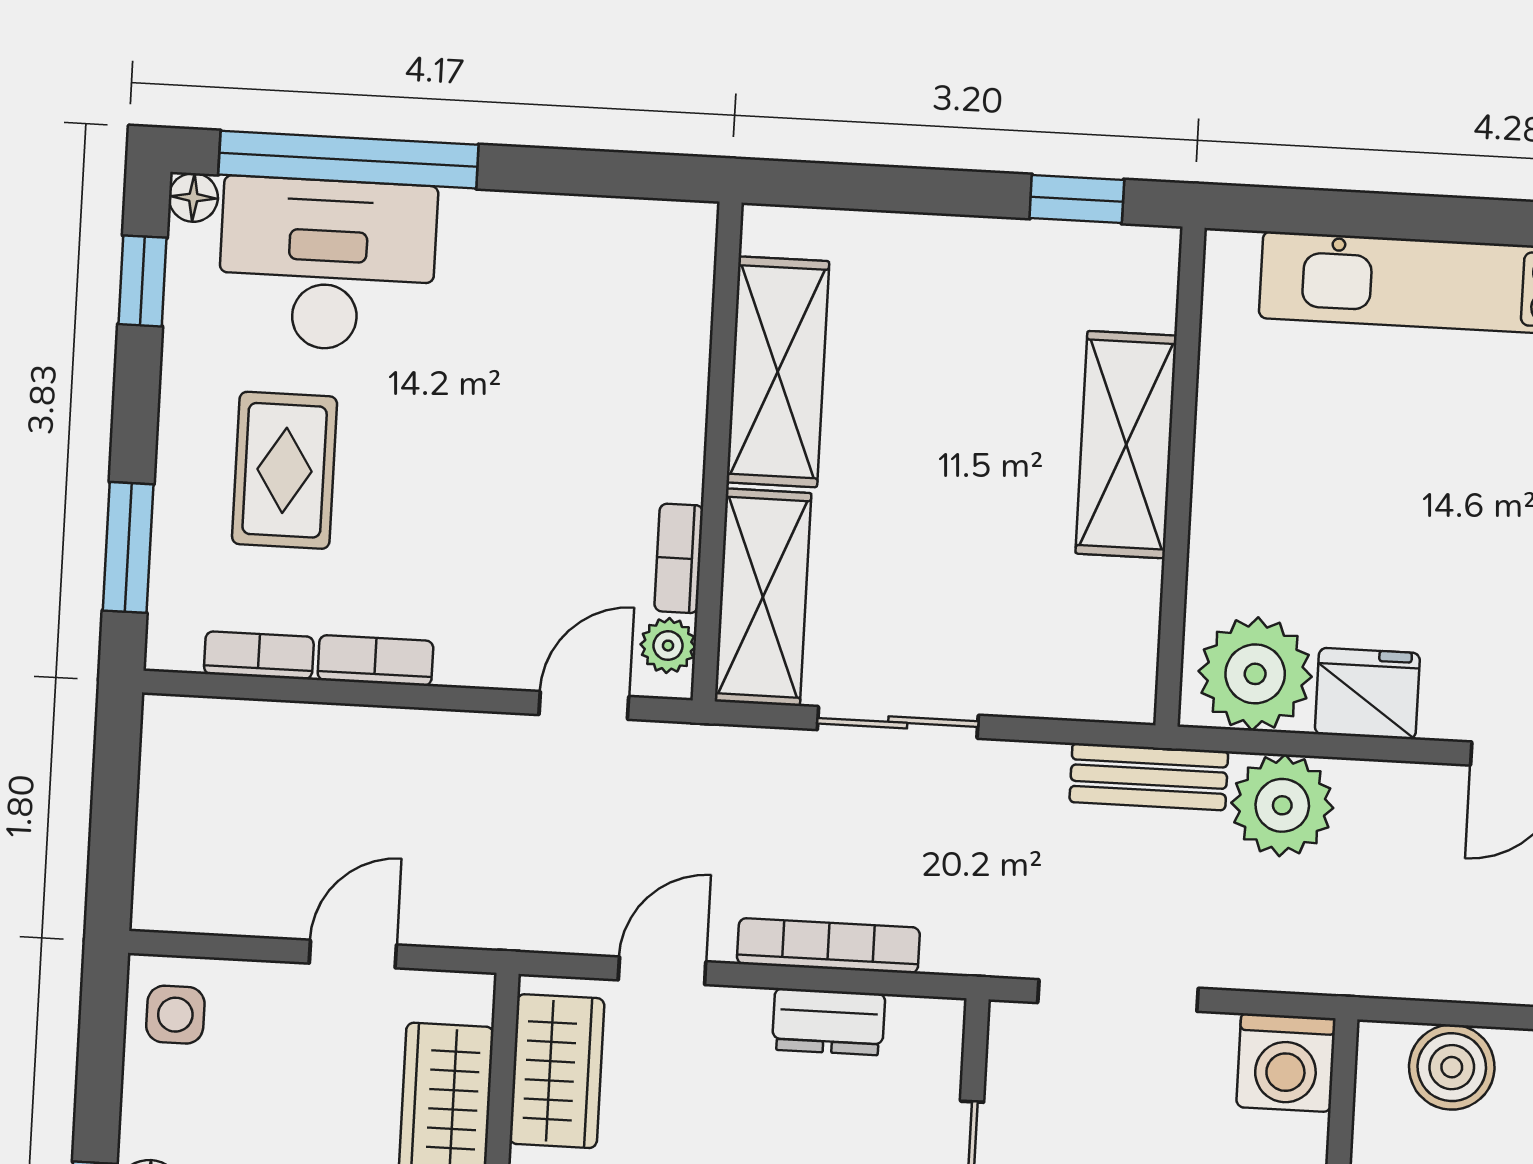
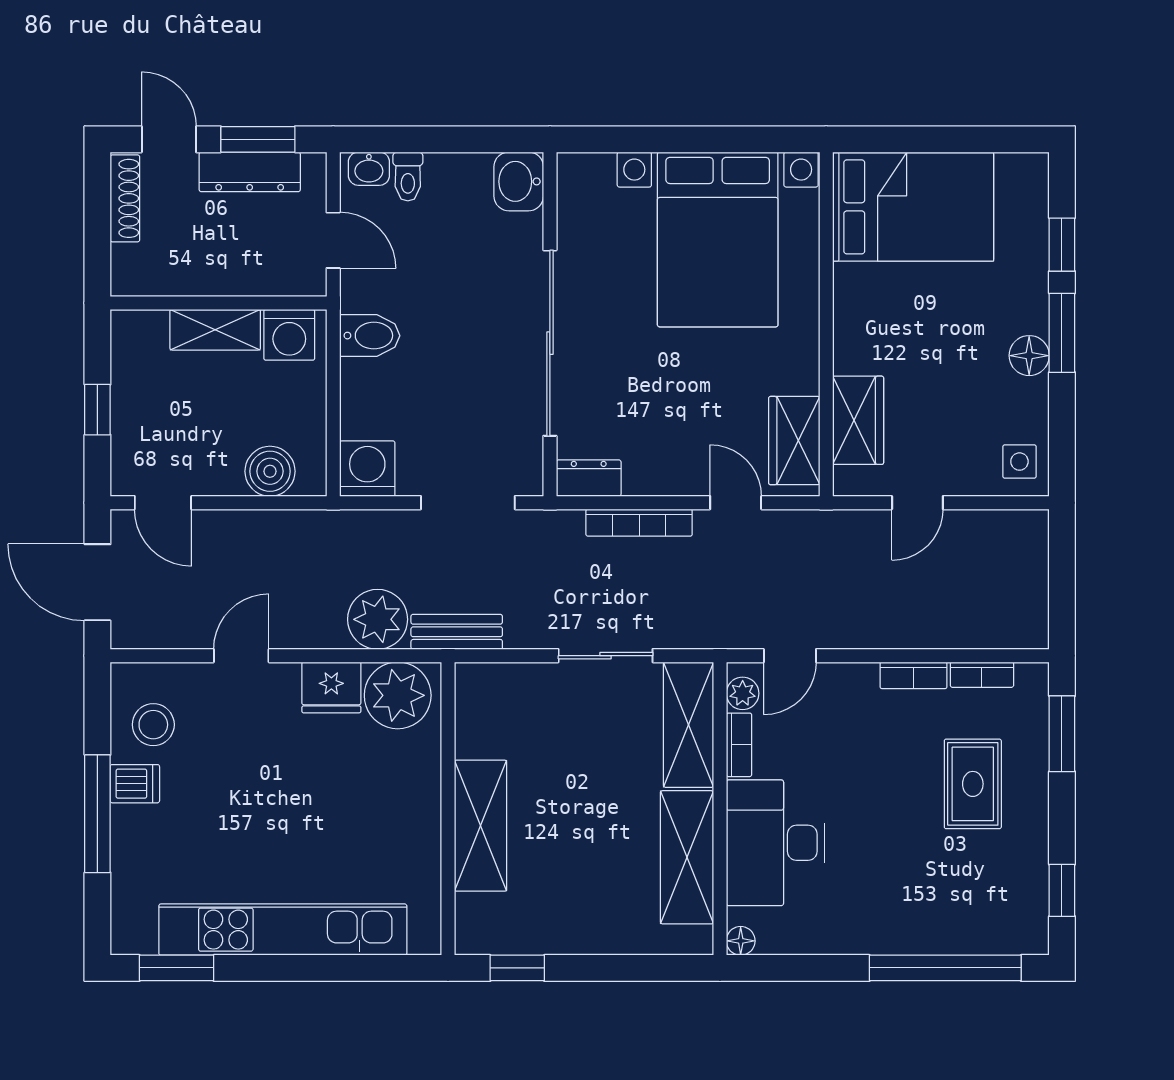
floor lamp: (193, 197) -> (741, 941), moved
desk: (327, 264) -> (776, 843), moved, turned 90
door: (662, 971) -> (736, 503), swing flipped
dresser: (829, 1022) -> (589, 478), moved

